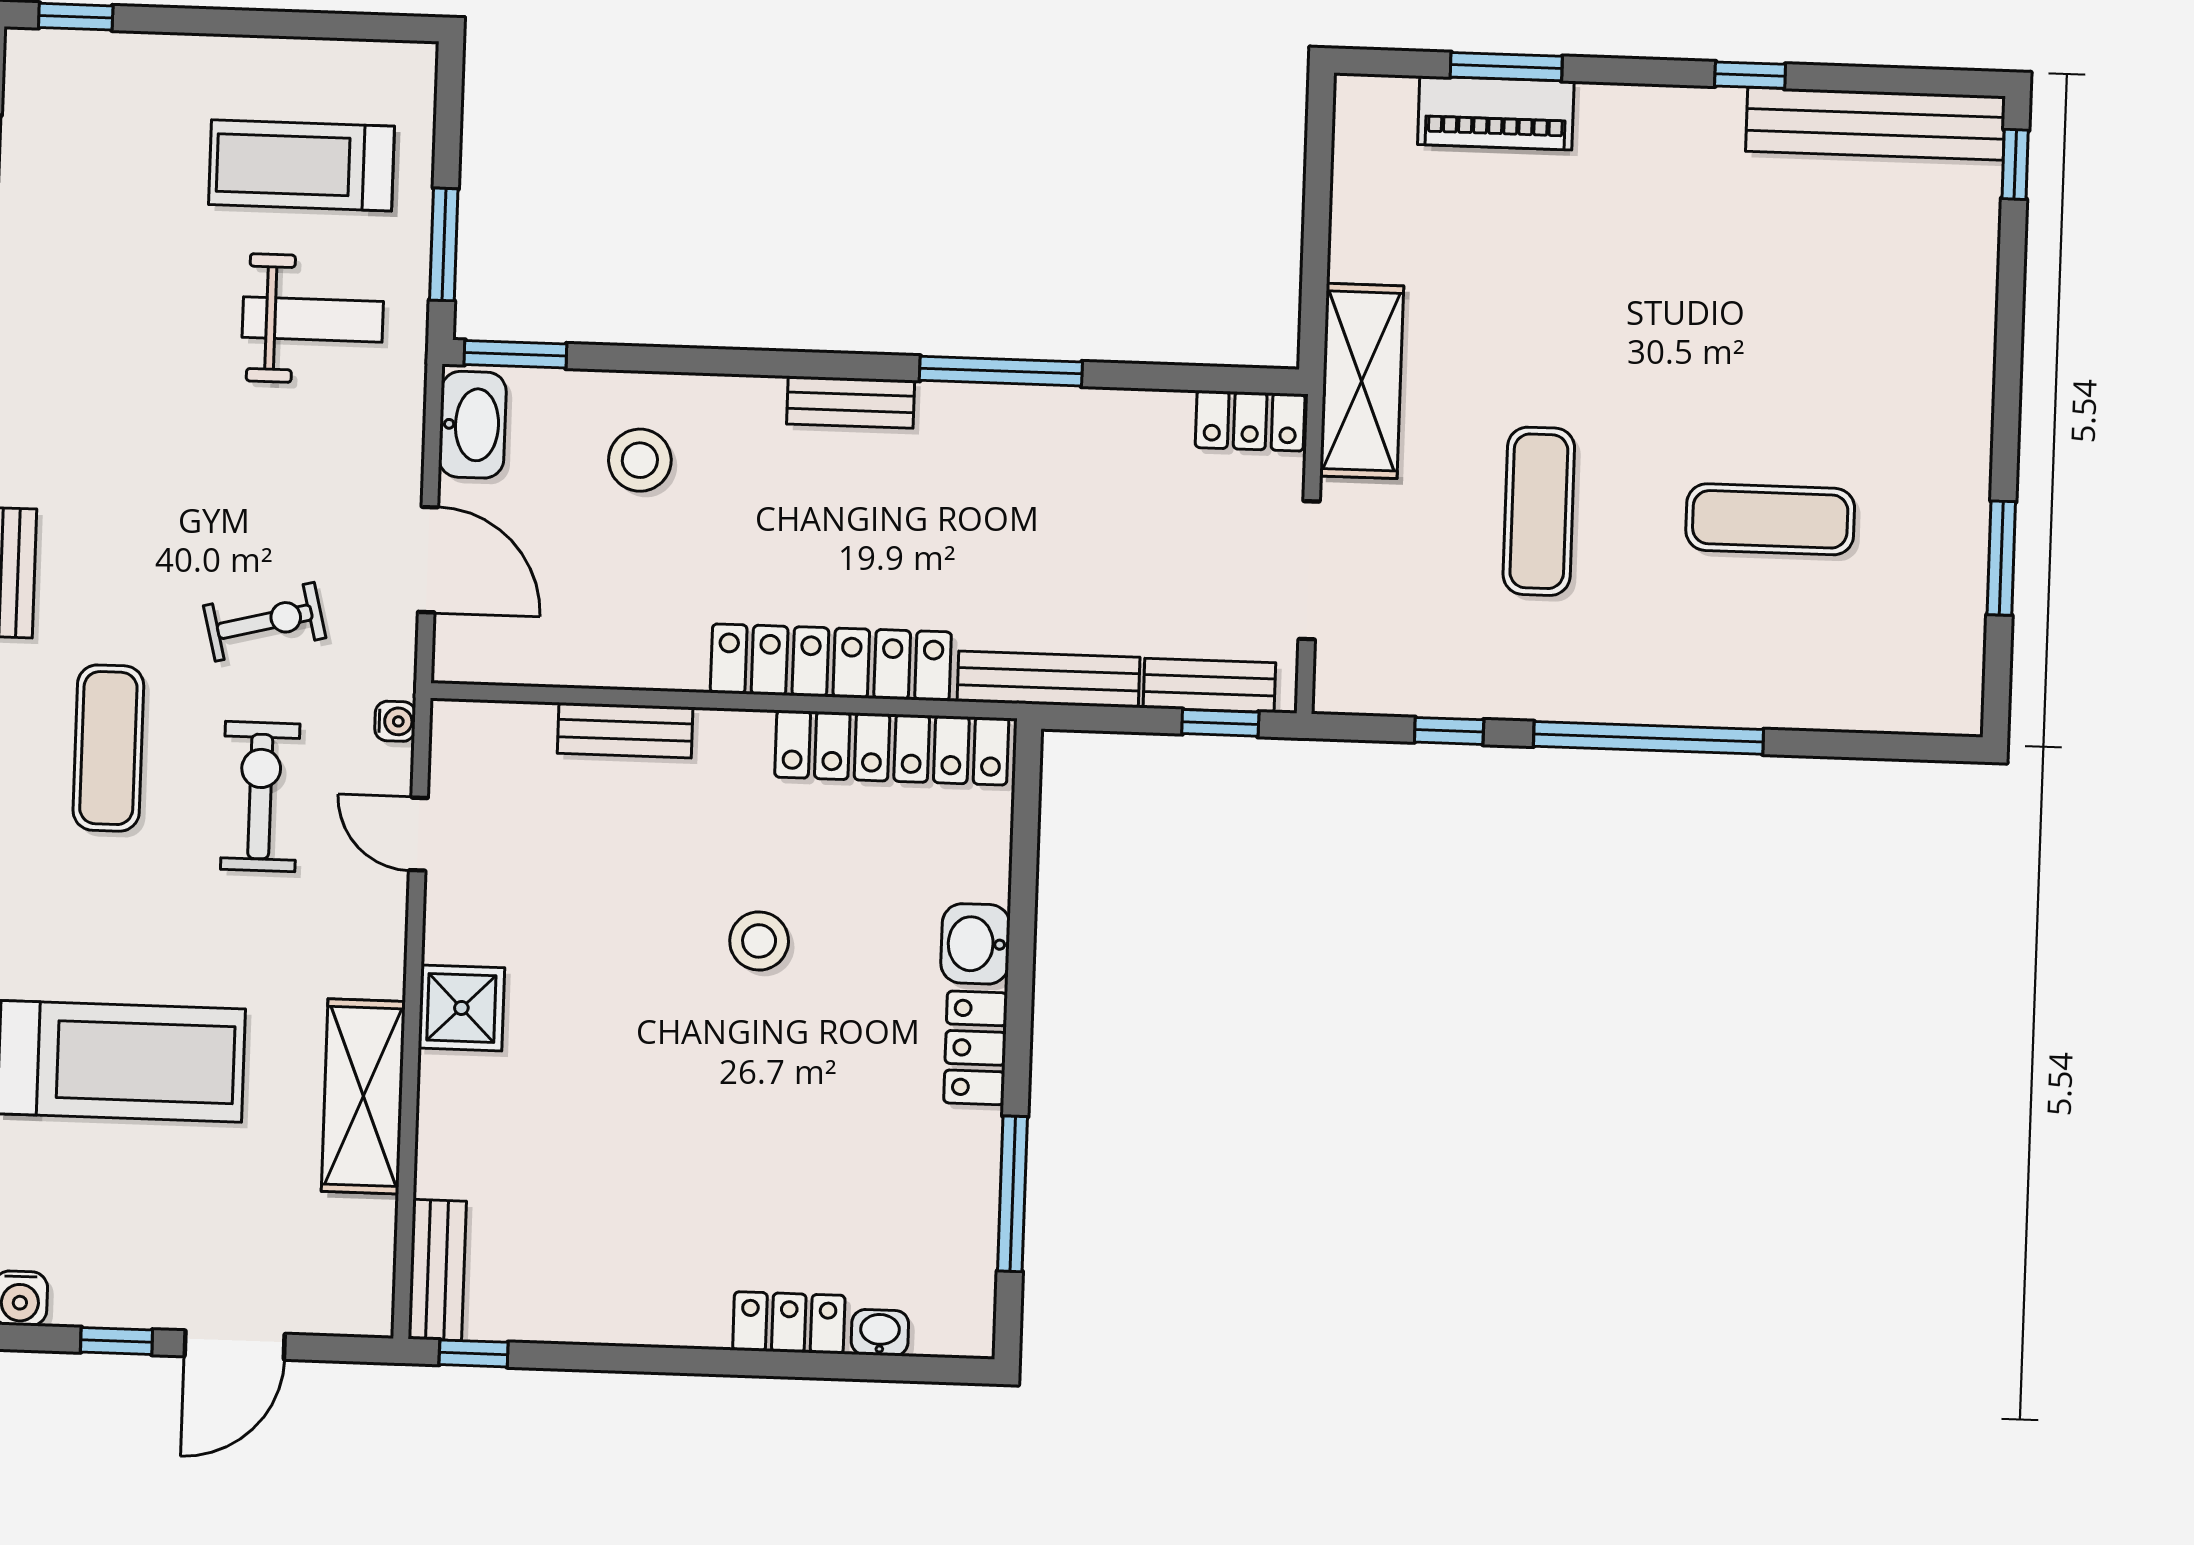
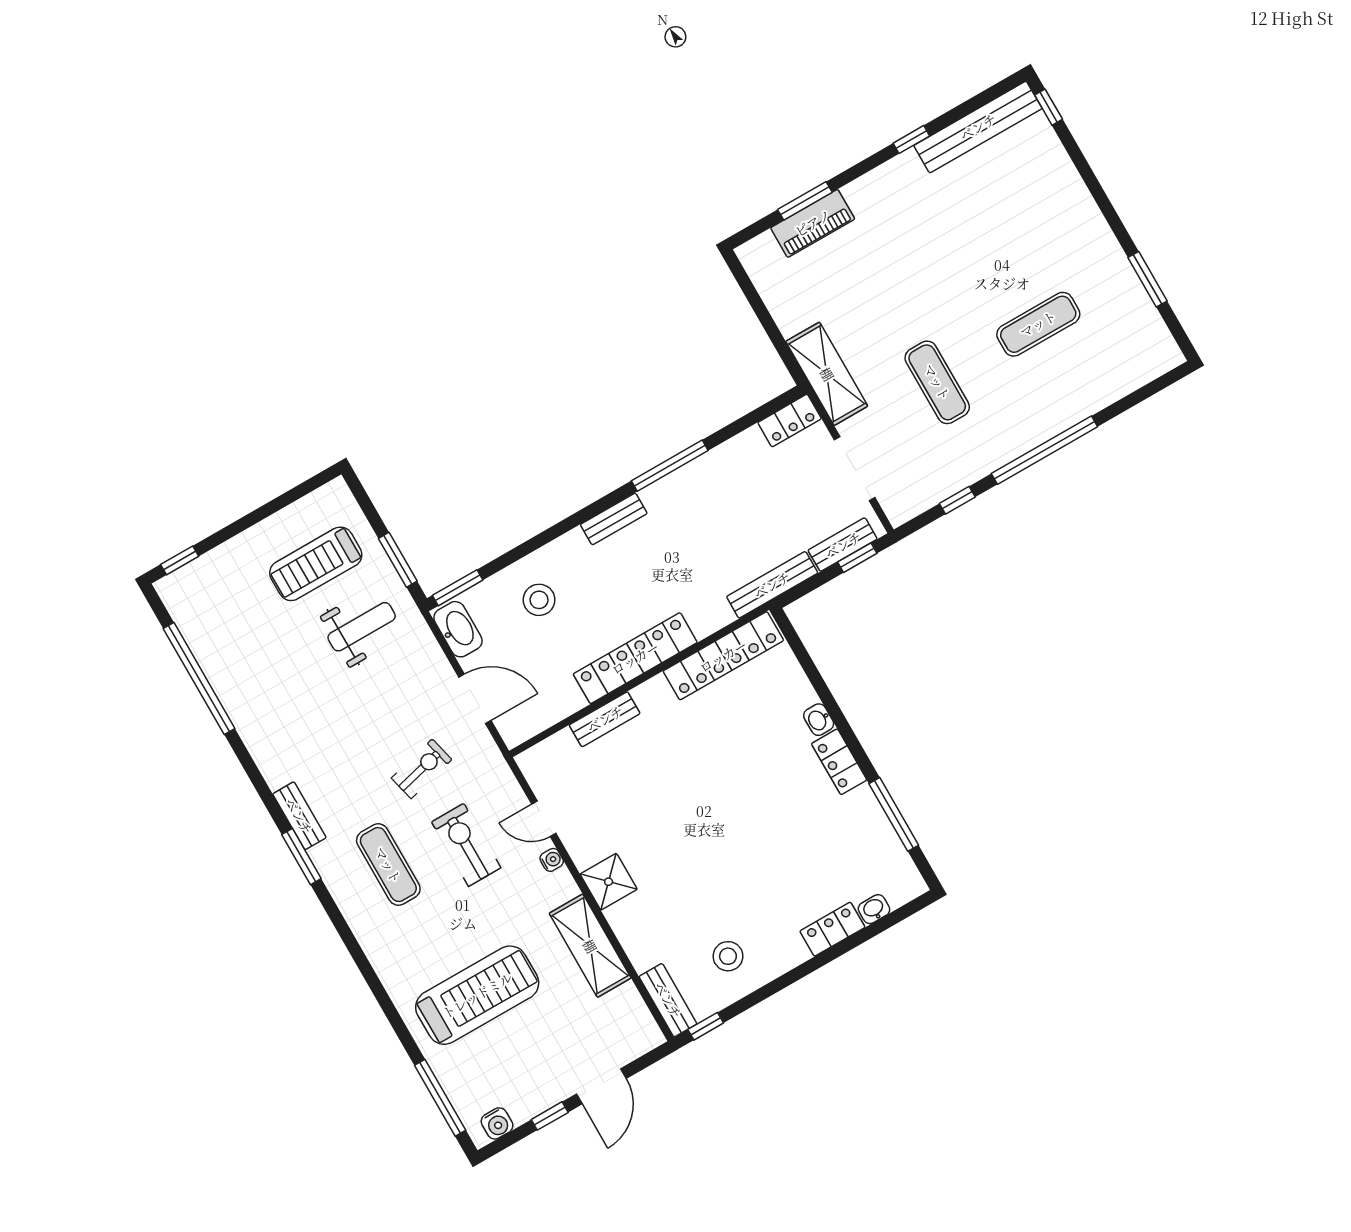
locker: (831, 662) -> (635, 658), moved
water cooler: (395, 721) -> (552, 860), moved
stool: (759, 941) -> (728, 956), moved
washbasin: (975, 944) -> (819, 720), width x0.72, depth x0.69

